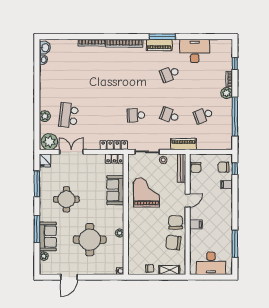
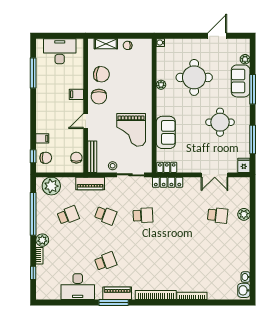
school desk: (68, 115) -> (218, 215), width x0.54
plant: (49, 142) -> (51, 186), moved

